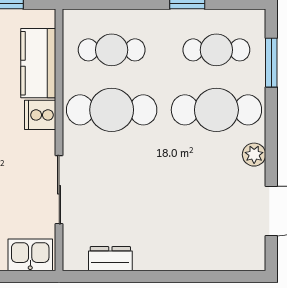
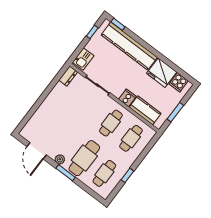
window: (271, 63) -> (66, 173), moved
cafe table: (112, 110) -> (111, 123), width x0.73, depth x0.74
dresser: (110, 259) -> (68, 76), moved

